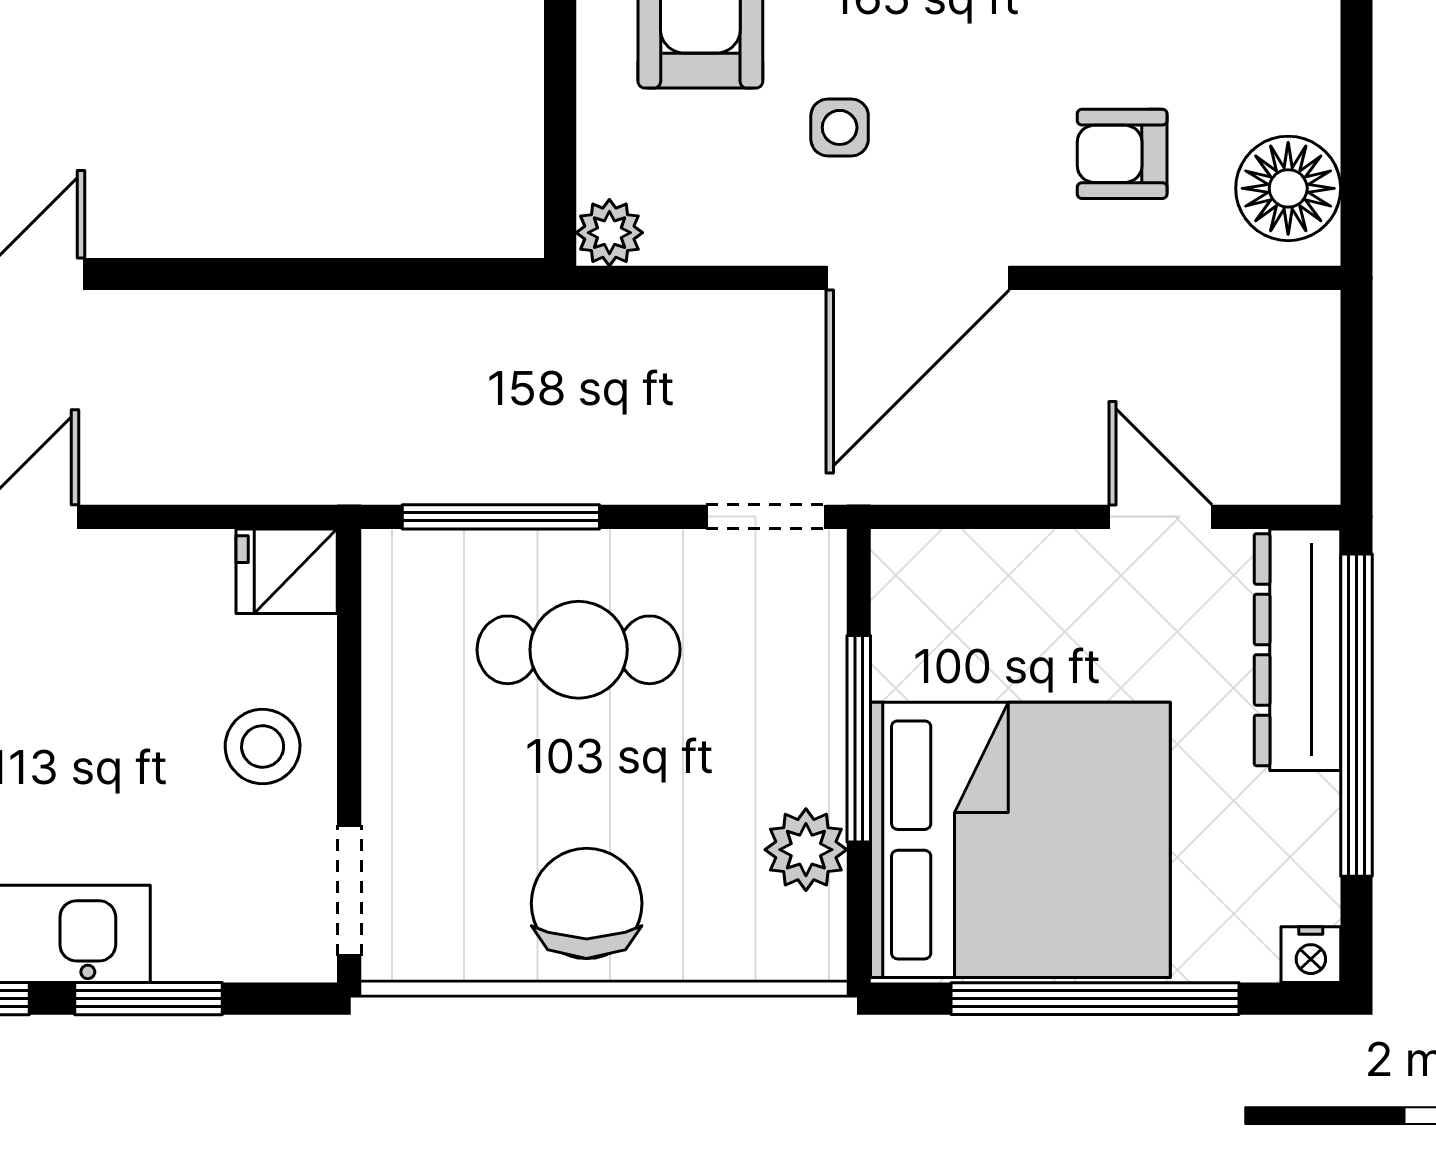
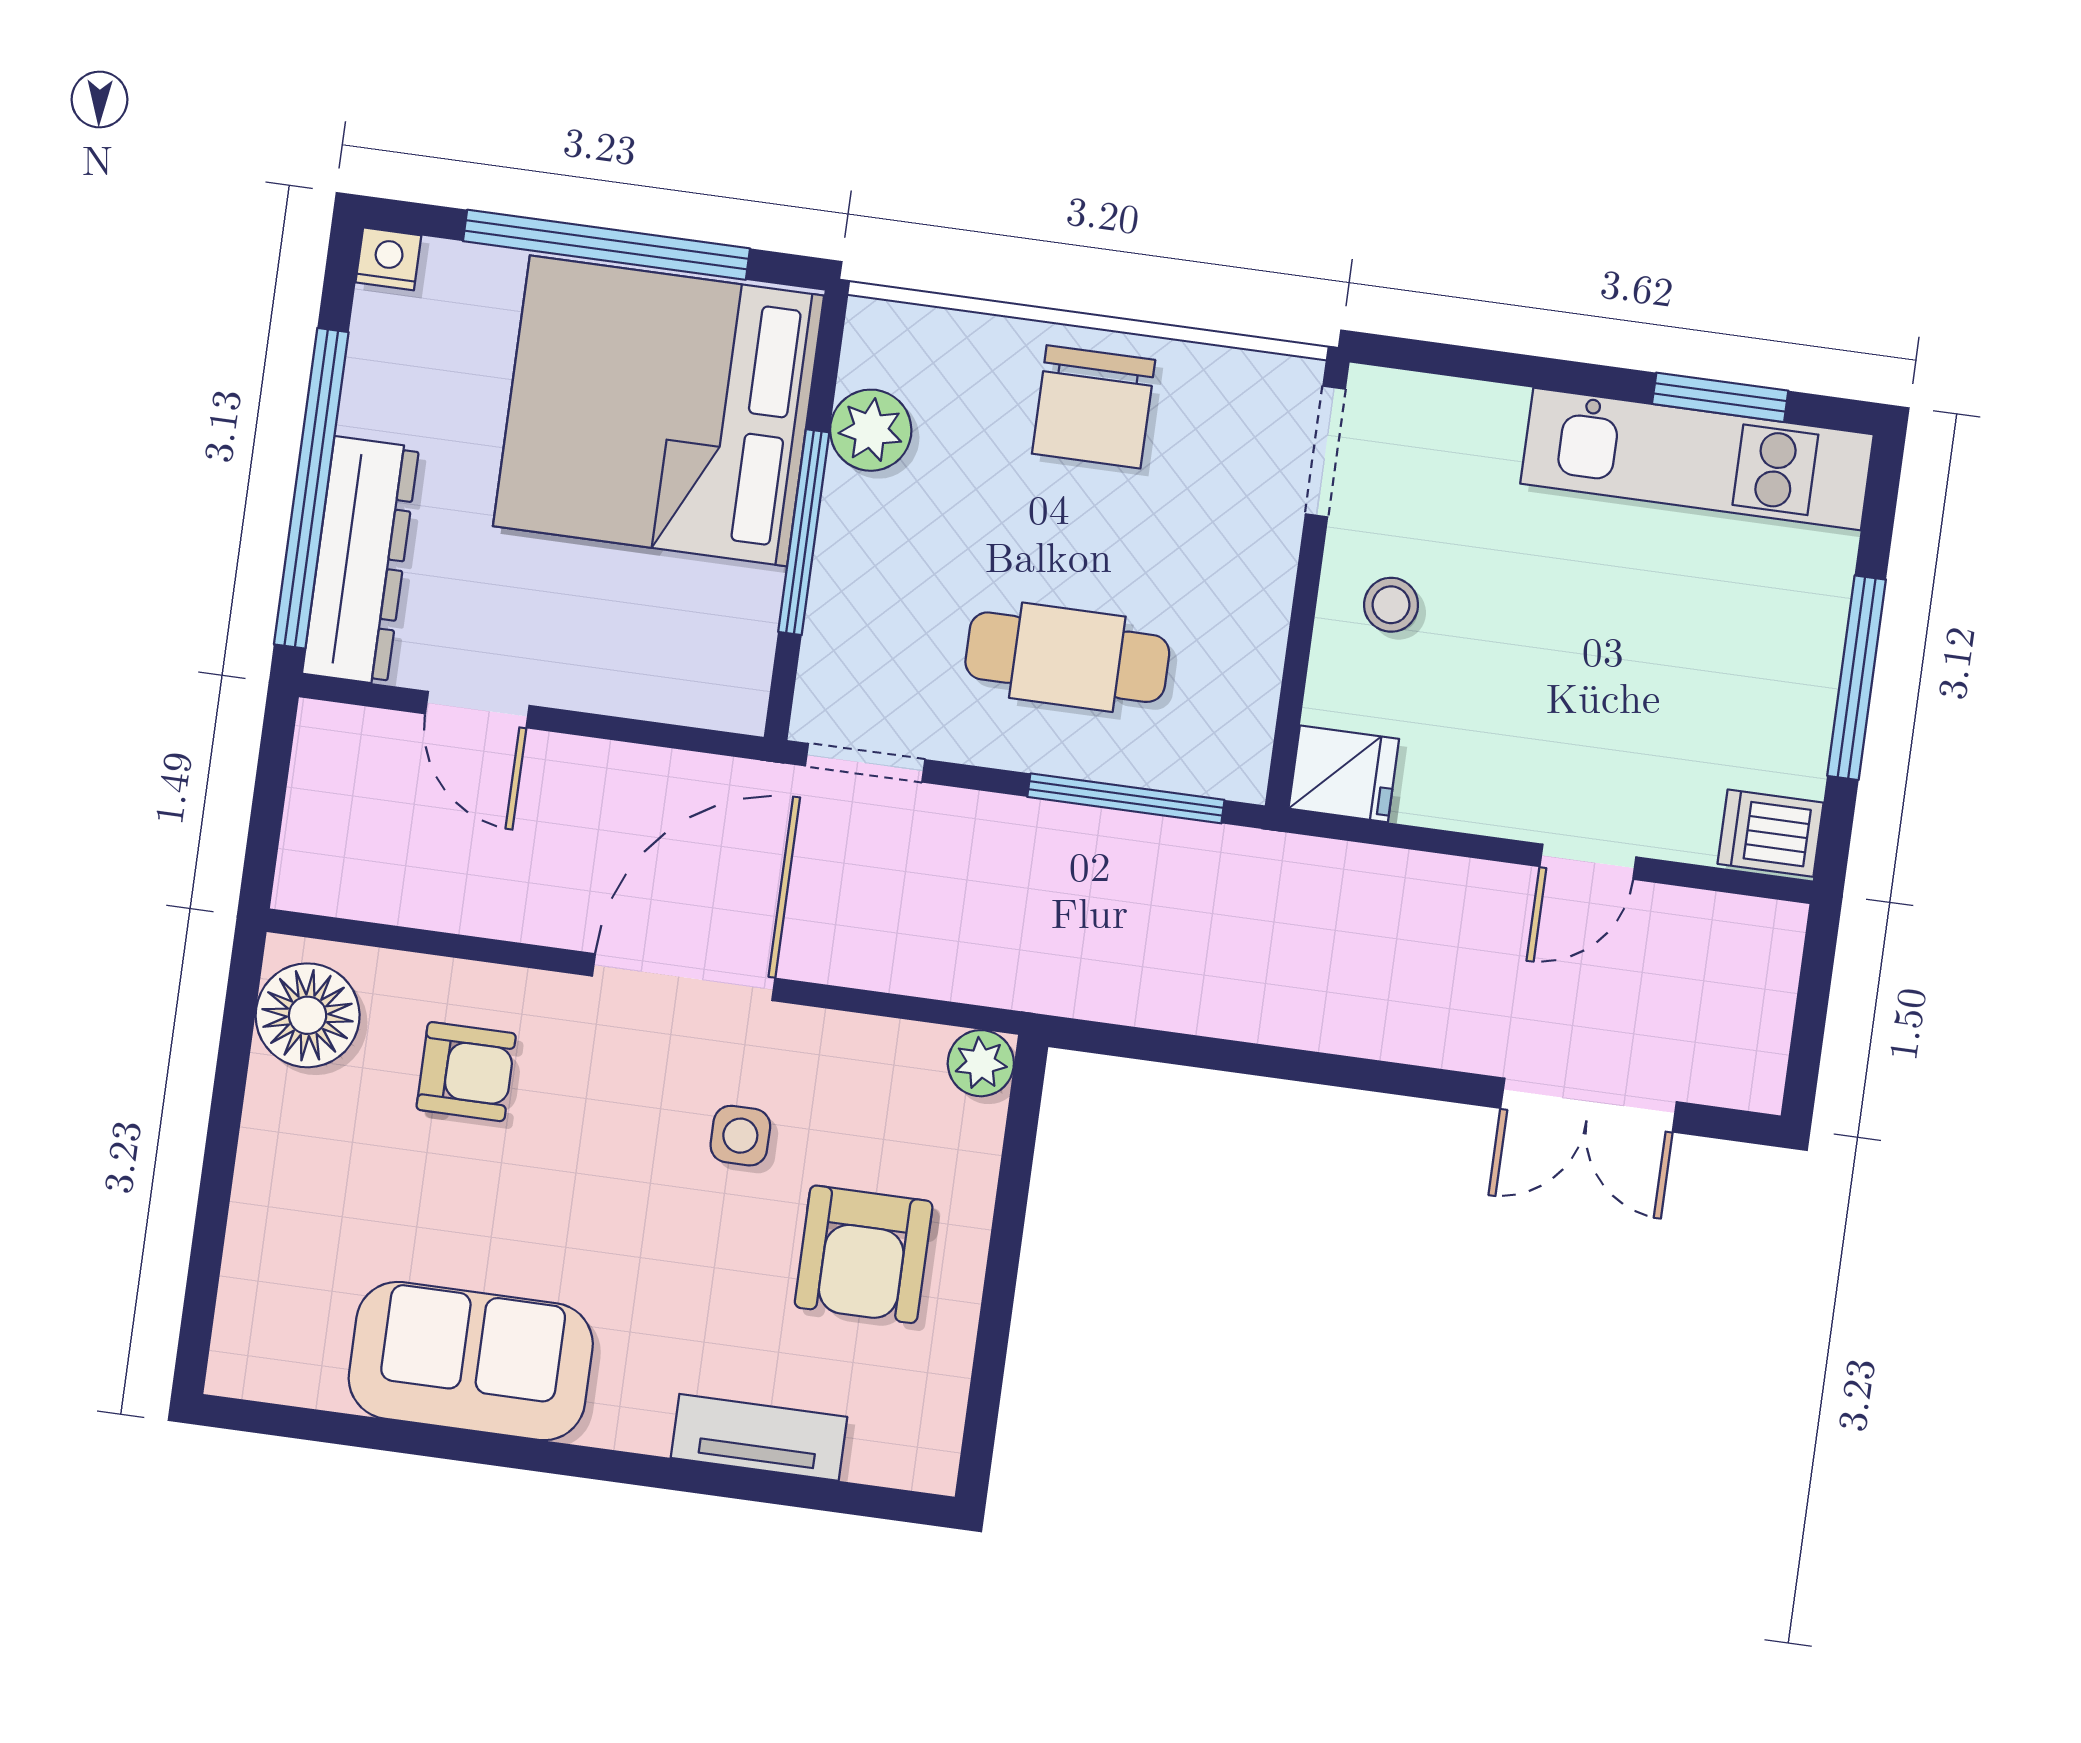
stool: (263, 746) -> (1391, 605), width x0.73, depth x0.73
window: (148, 999) -> (1537, 372), removed

